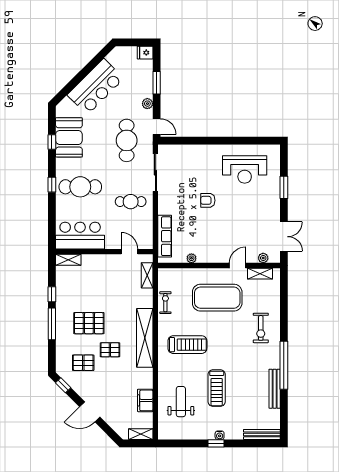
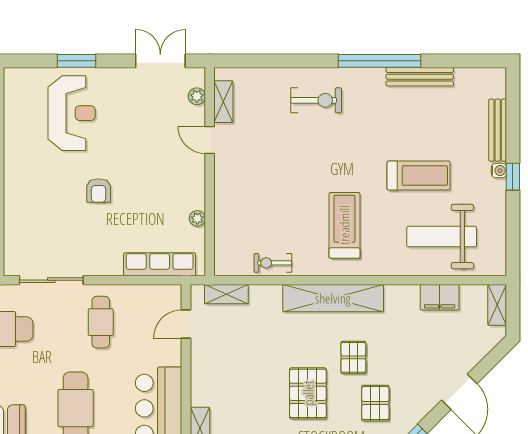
reception desk: (245, 170) -> (72, 113), moved
exercise mat: (217, 298) -> (264, 175), removed
weight bench: (181, 402) -> (442, 237), width x1.36, depth x1.33
bench: (262, 434) -> (498, 130), moved

